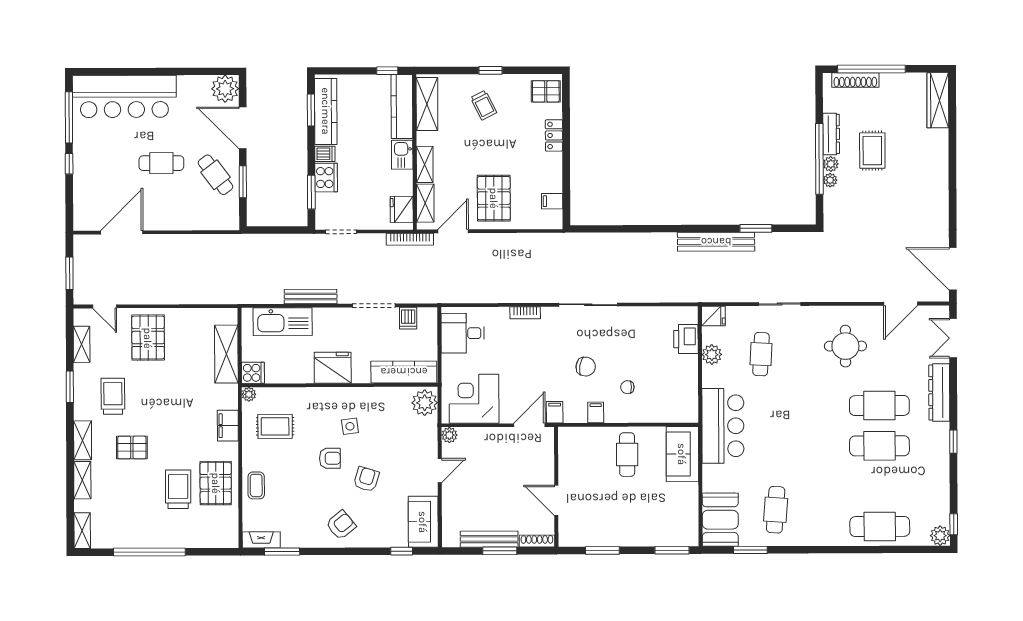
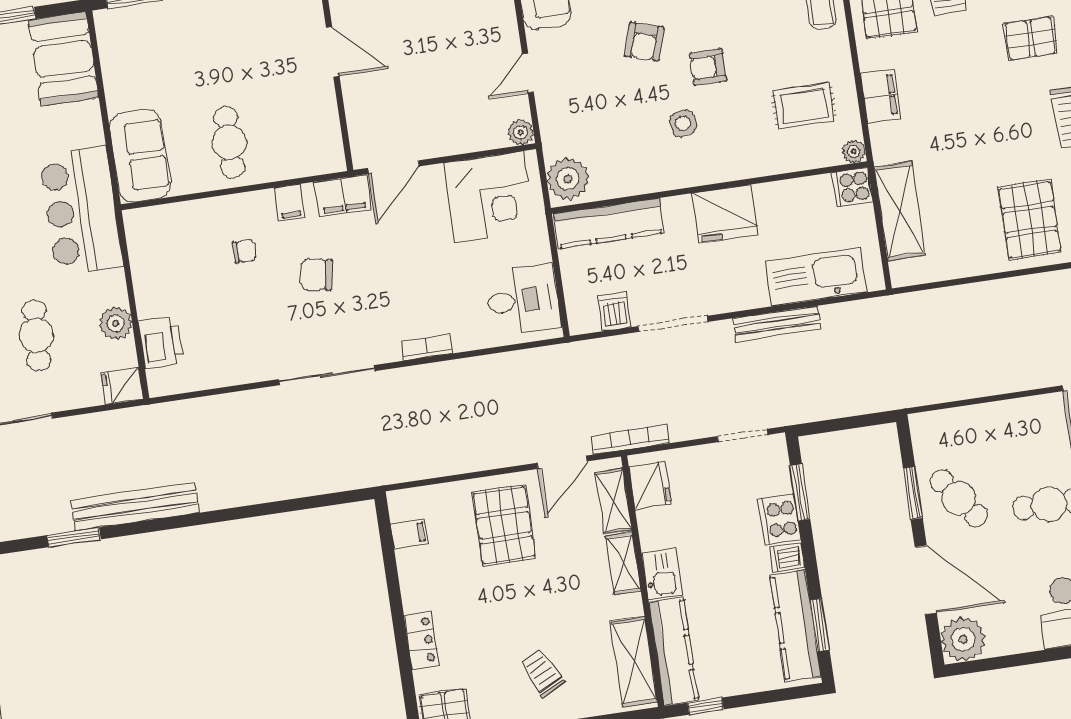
filing cabinet: (555, 412) -> (343, 196), width x2.00

